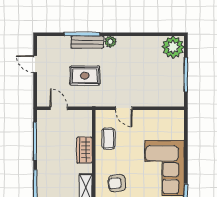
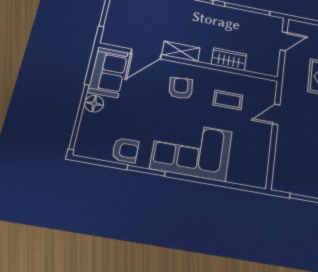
coffee table: (108, 139) -> (228, 100), moved

